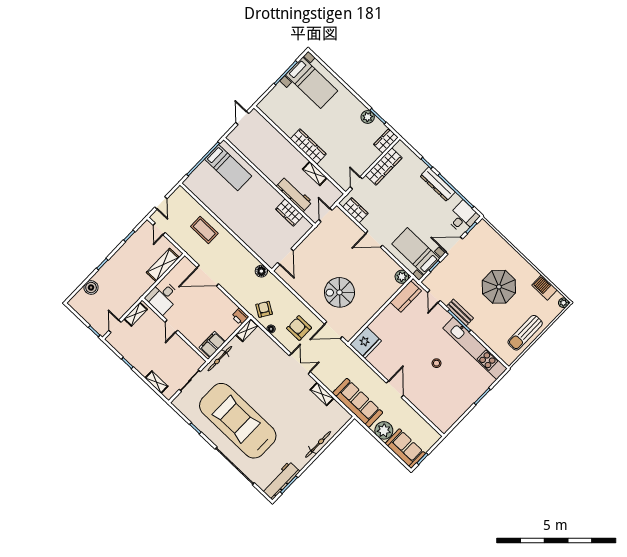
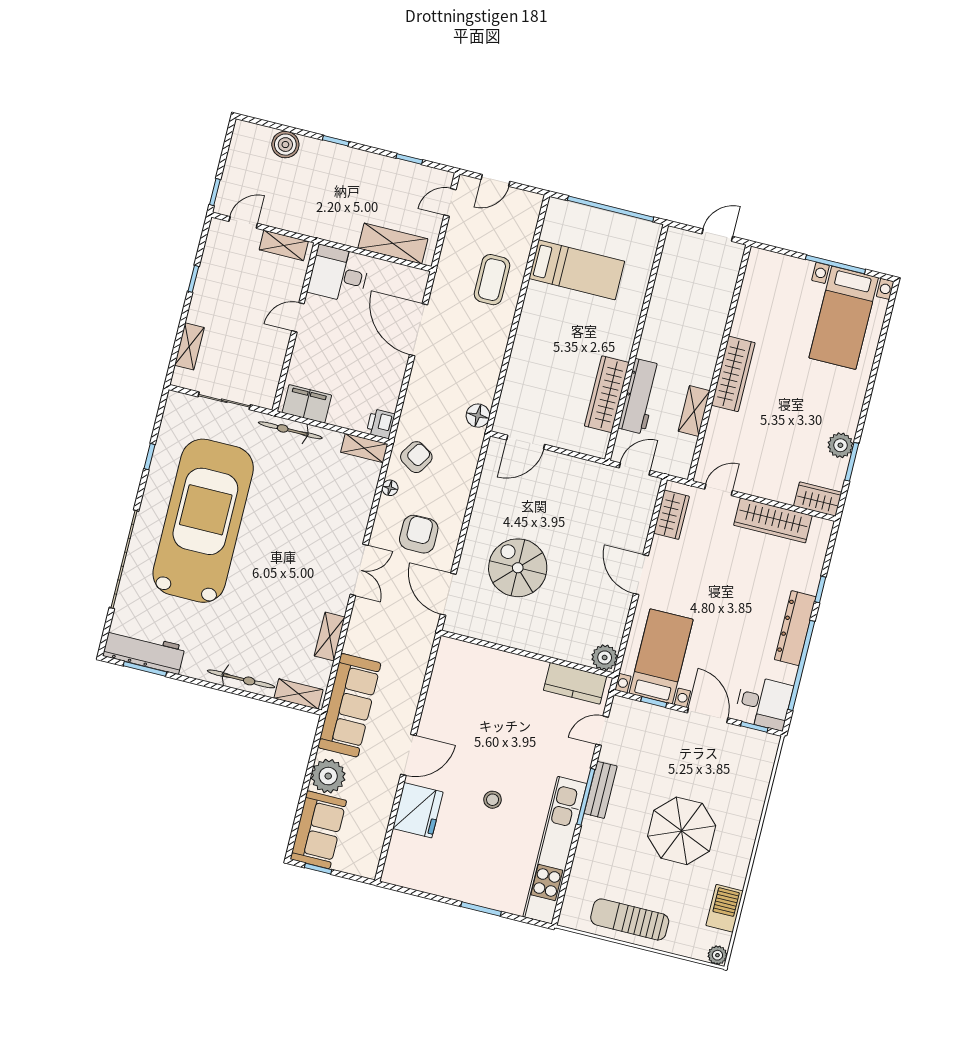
bed: (228, 168) -> (577, 270), moved, turned -90
wardrobe: (289, 212) -> (607, 394), width x1.50
fridge: (366, 342) -> (418, 810), moved, turned -90
shelving: (340, 423) -> (298, 694), added

